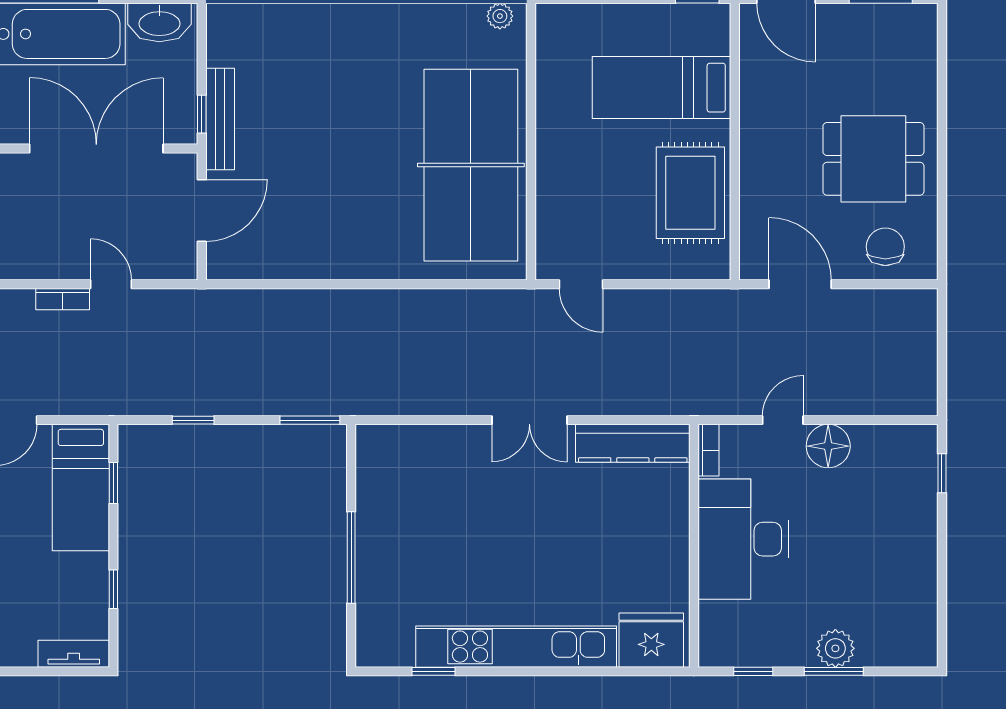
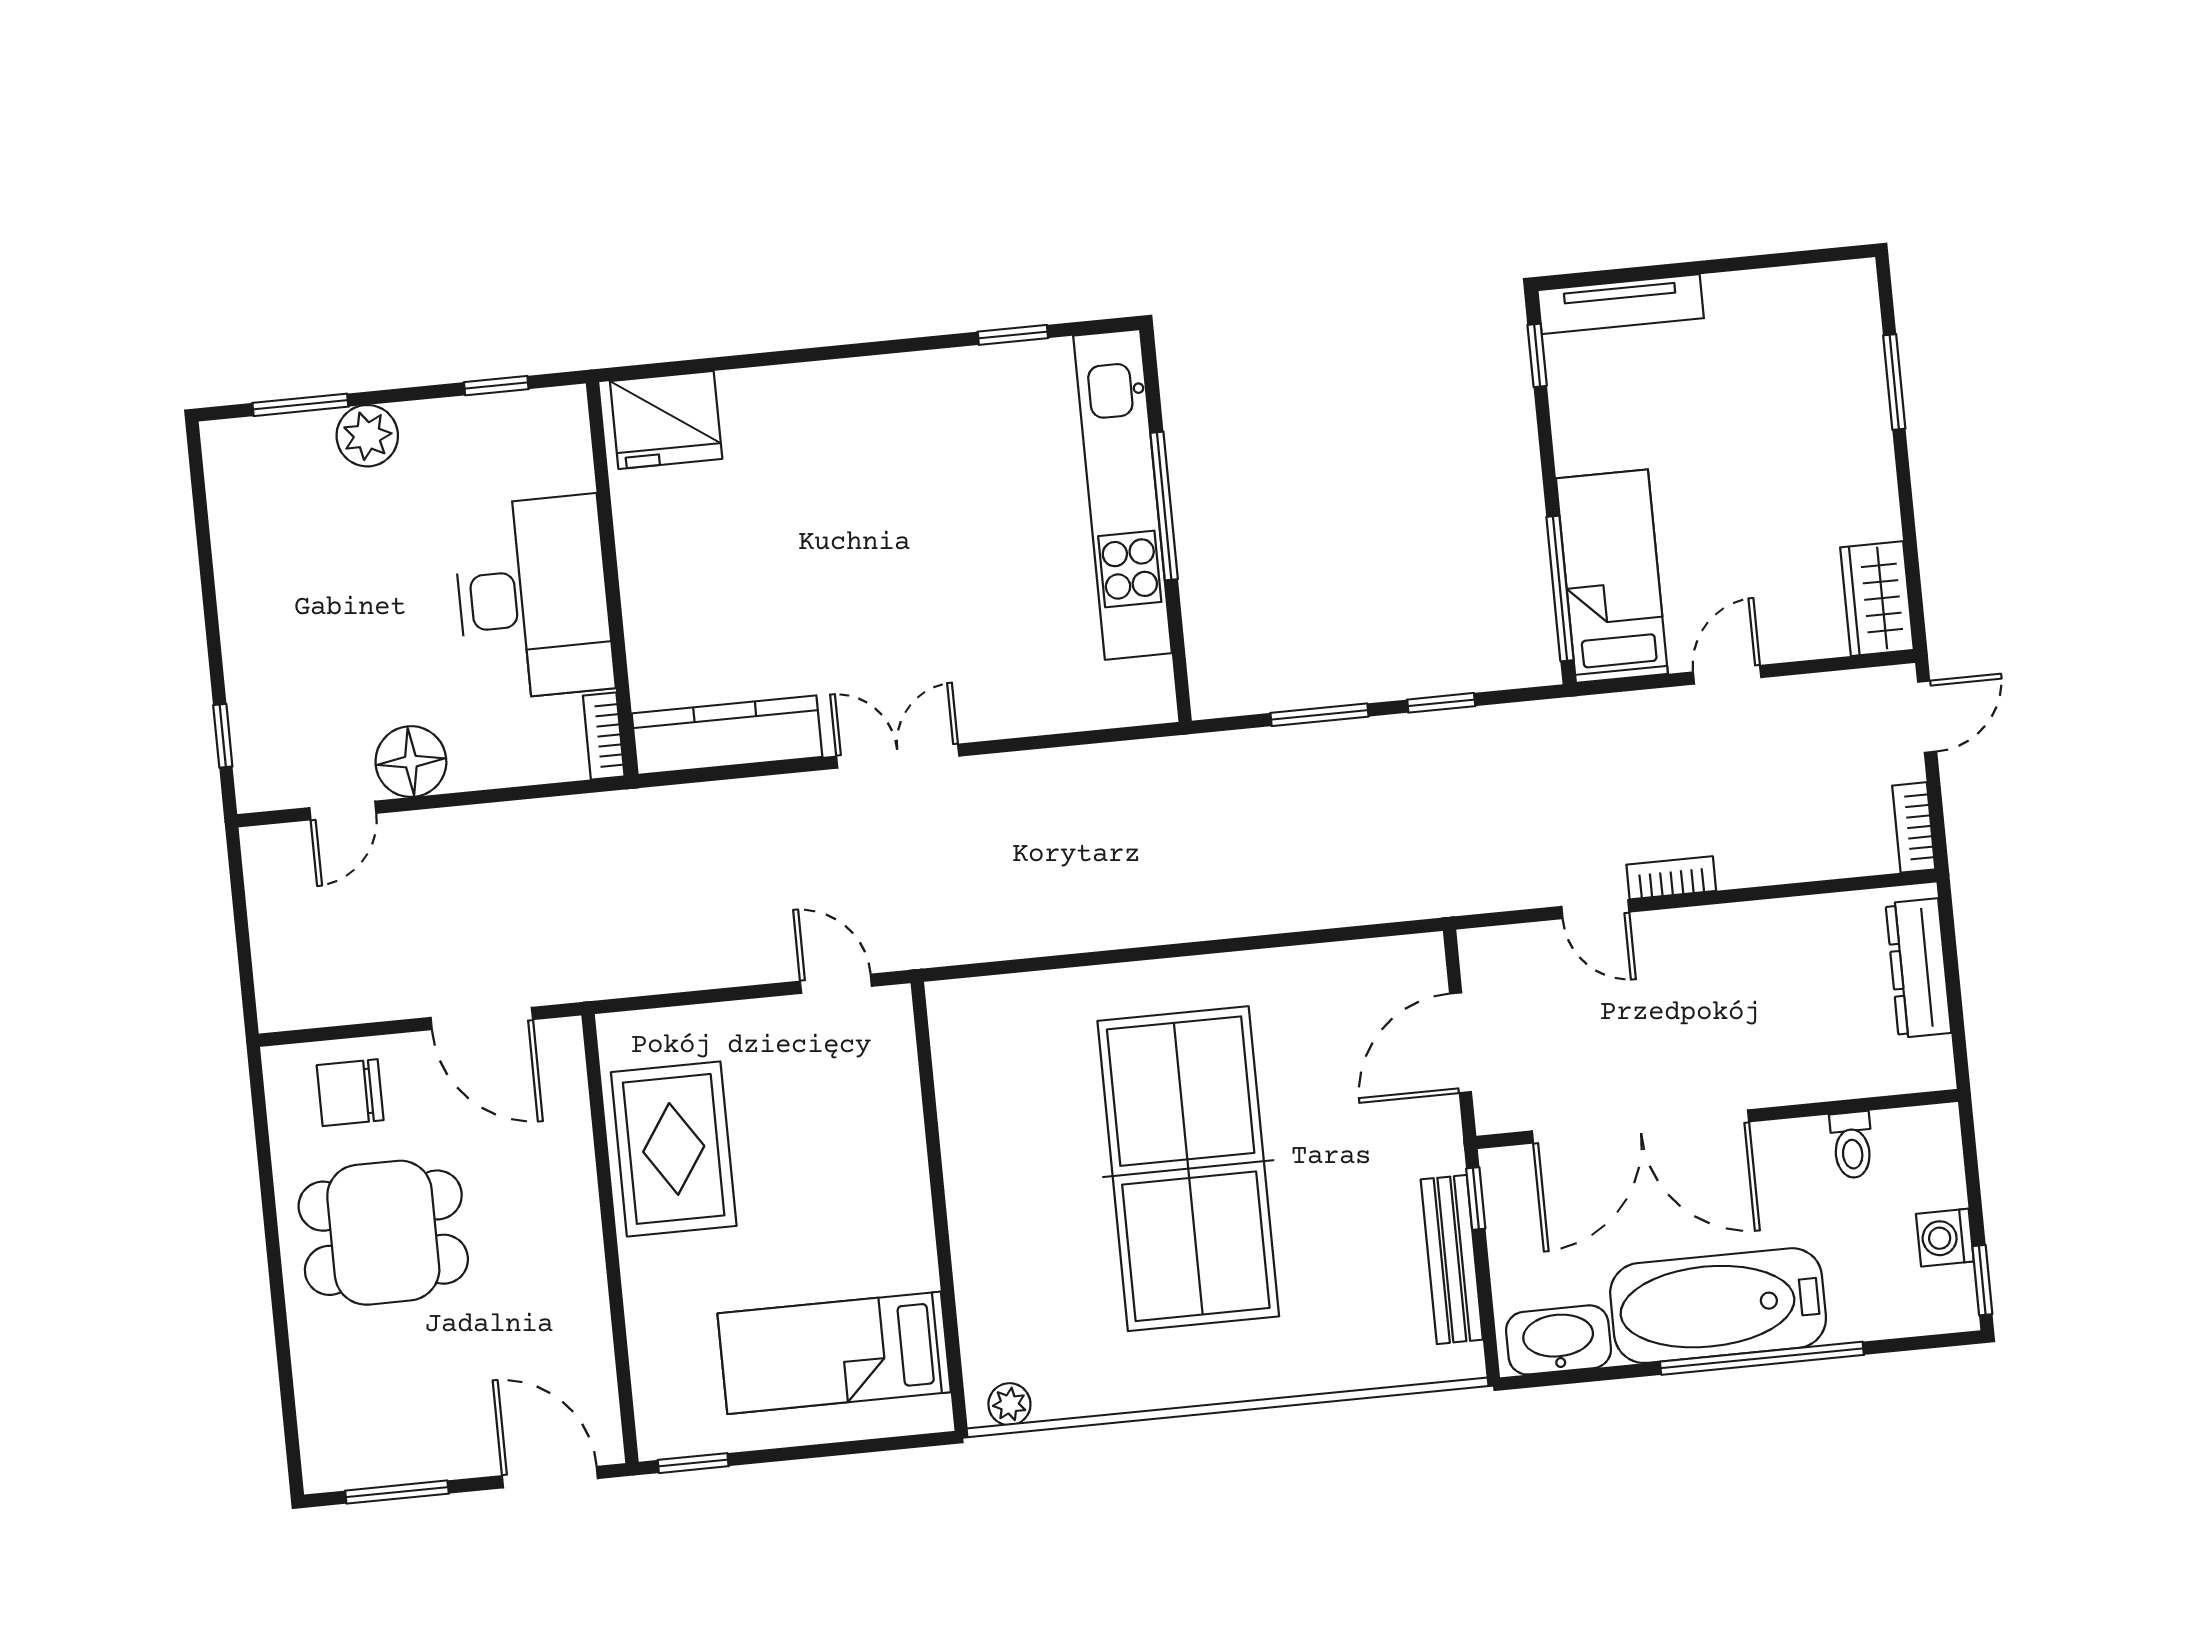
bed: (662, 88) -> (834, 1353), moved, turned 180
bench: (220, 119) -> (1452, 1259), moved
table tennis table: (471, 165) -> (1188, 1169), moved
chair: (885, 247) -> (350, 1093), turned 90
window: (310, 420) -> (1319, 715), moved
door: (783, 420) -> (343, 811), moved
window: (113, 483) -> (1560, 588), width x2.17
window: (113, 589) -> (1537, 355), moved
kitchen unit: (516, 647) -> (1123, 494), moved, turned 90
tv unit: (74, 654) -> (1621, 304), width x1.41
window: (834, 671) -> (300, 405), moved

